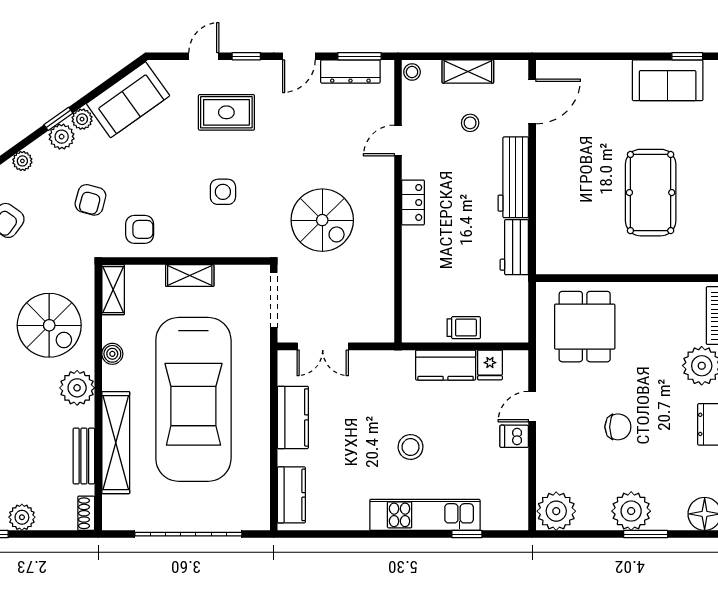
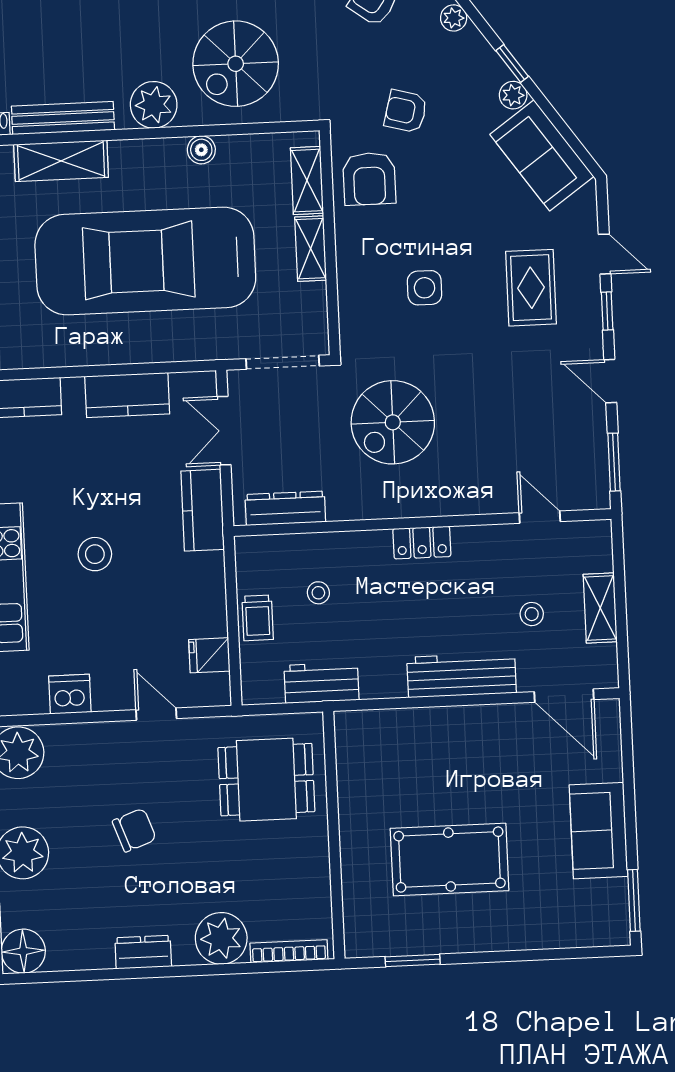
window: (687, 56) -> (634, 900), width x1.50
dresser: (350, 72) -> (285, 508), moved, turned 90
stool: (412, 72) -> (318, 593), moved
sofa: (668, 80) -> (599, 831), moved
plant: (62, 137) -> (489, 69), removed
door: (398, 140) -> (540, 517), moved
armchair: (140, 229) -> (369, 179), width x1.38, depth x1.38
workbench: (514, 247) -> (322, 683), moved
shelving: (113, 290) -> (307, 181), moved, turned 90
kitchen counter: (446, 365) -> (203, 510), moved
chair: (618, 427) -> (134, 830), turned -110
dishwasher: (514, 436) -> (70, 694), moved, width x1.38
shelving: (116, 443) -> (61, 161), width x0.68
bench: (84, 456) -> (63, 118), width x1.36

